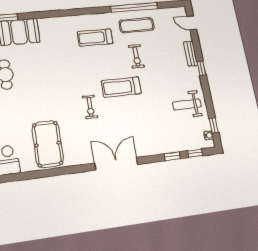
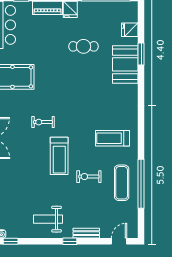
treadmill: (95, 38) -> (112, 138), turned -90
treadmill: (121, 87) -> (59, 156), turned 180
weight bench: (187, 104) -> (48, 219), moved, turned -90

